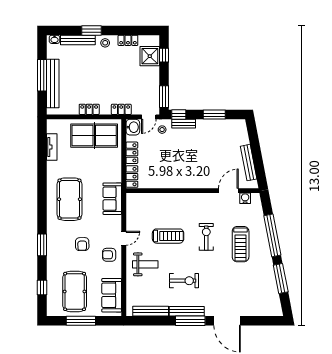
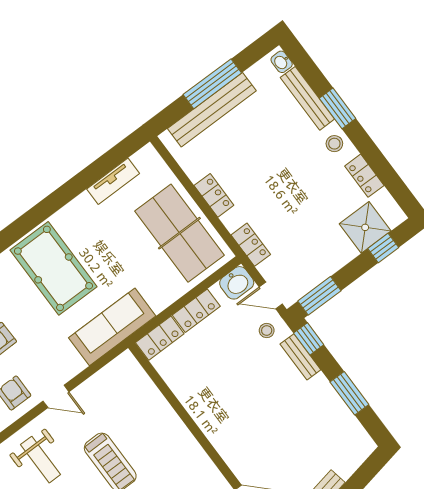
pool table: (69, 199) -> (53, 268), turned 90
sofa: (112, 199) -> (112, 327), width x1.36

